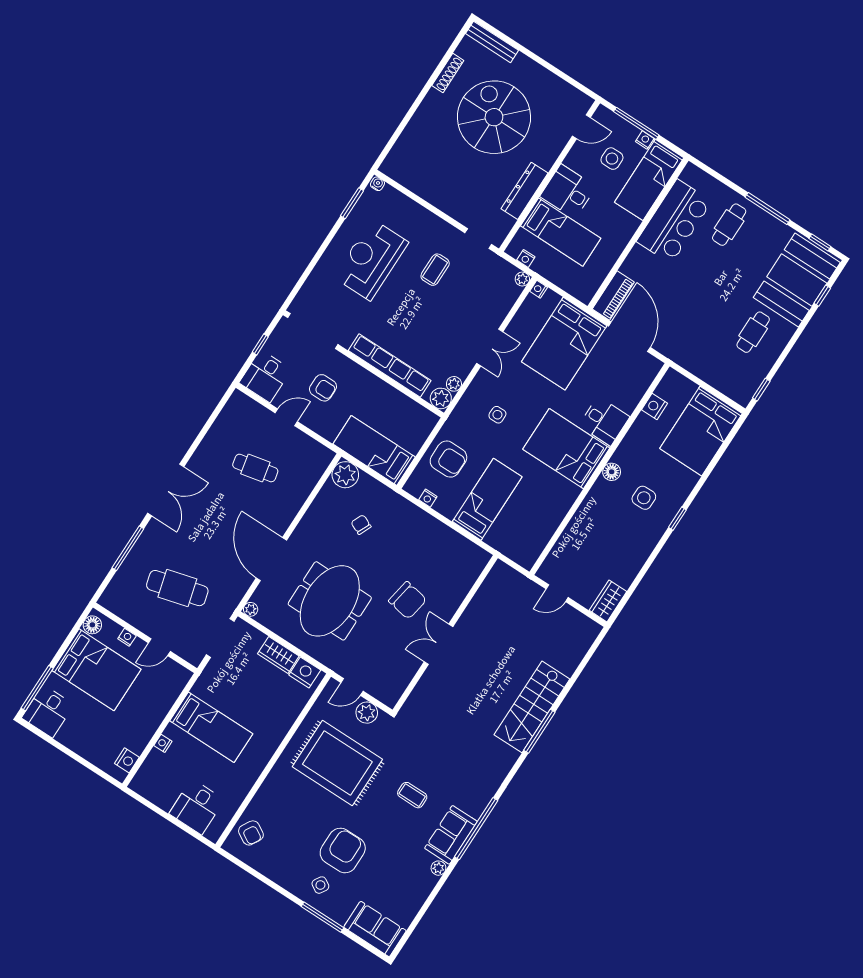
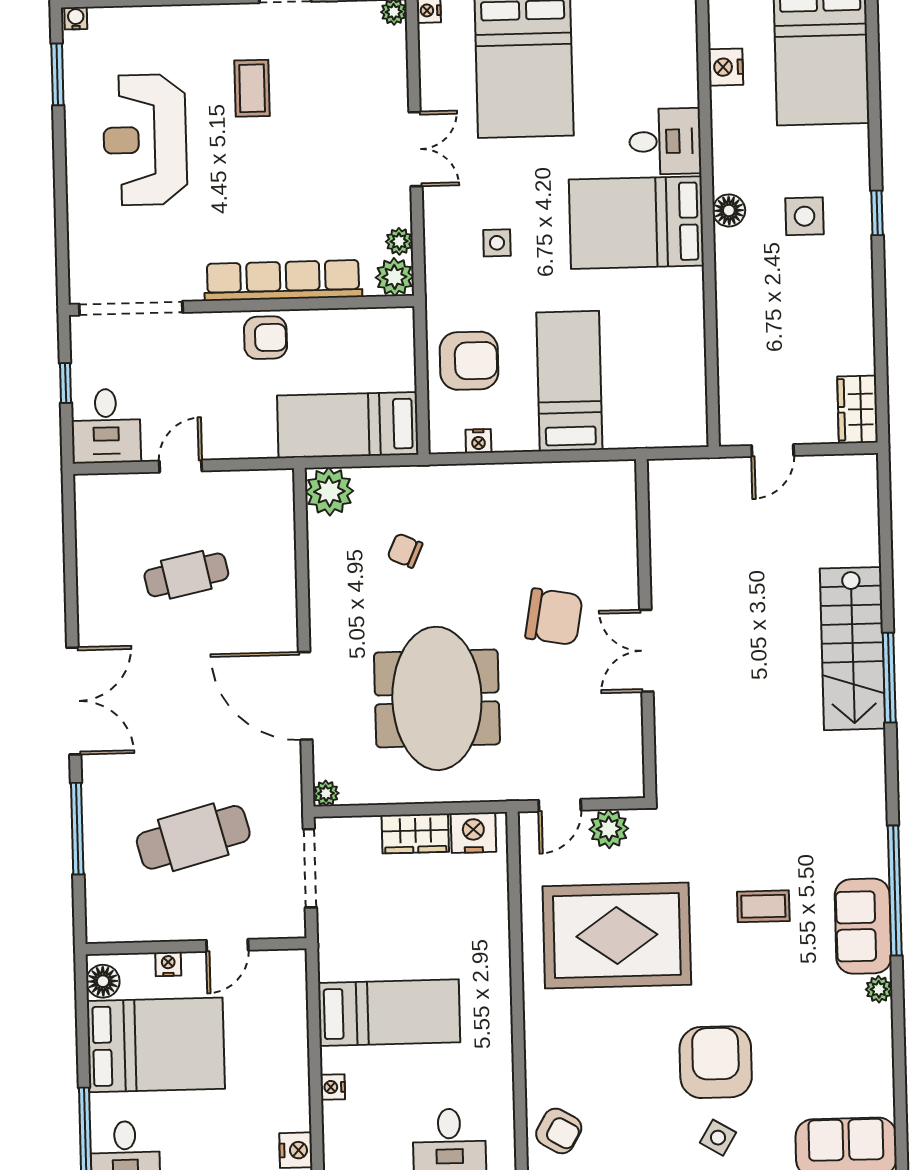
armchair: (323, 388) -> (265, 338), moved

